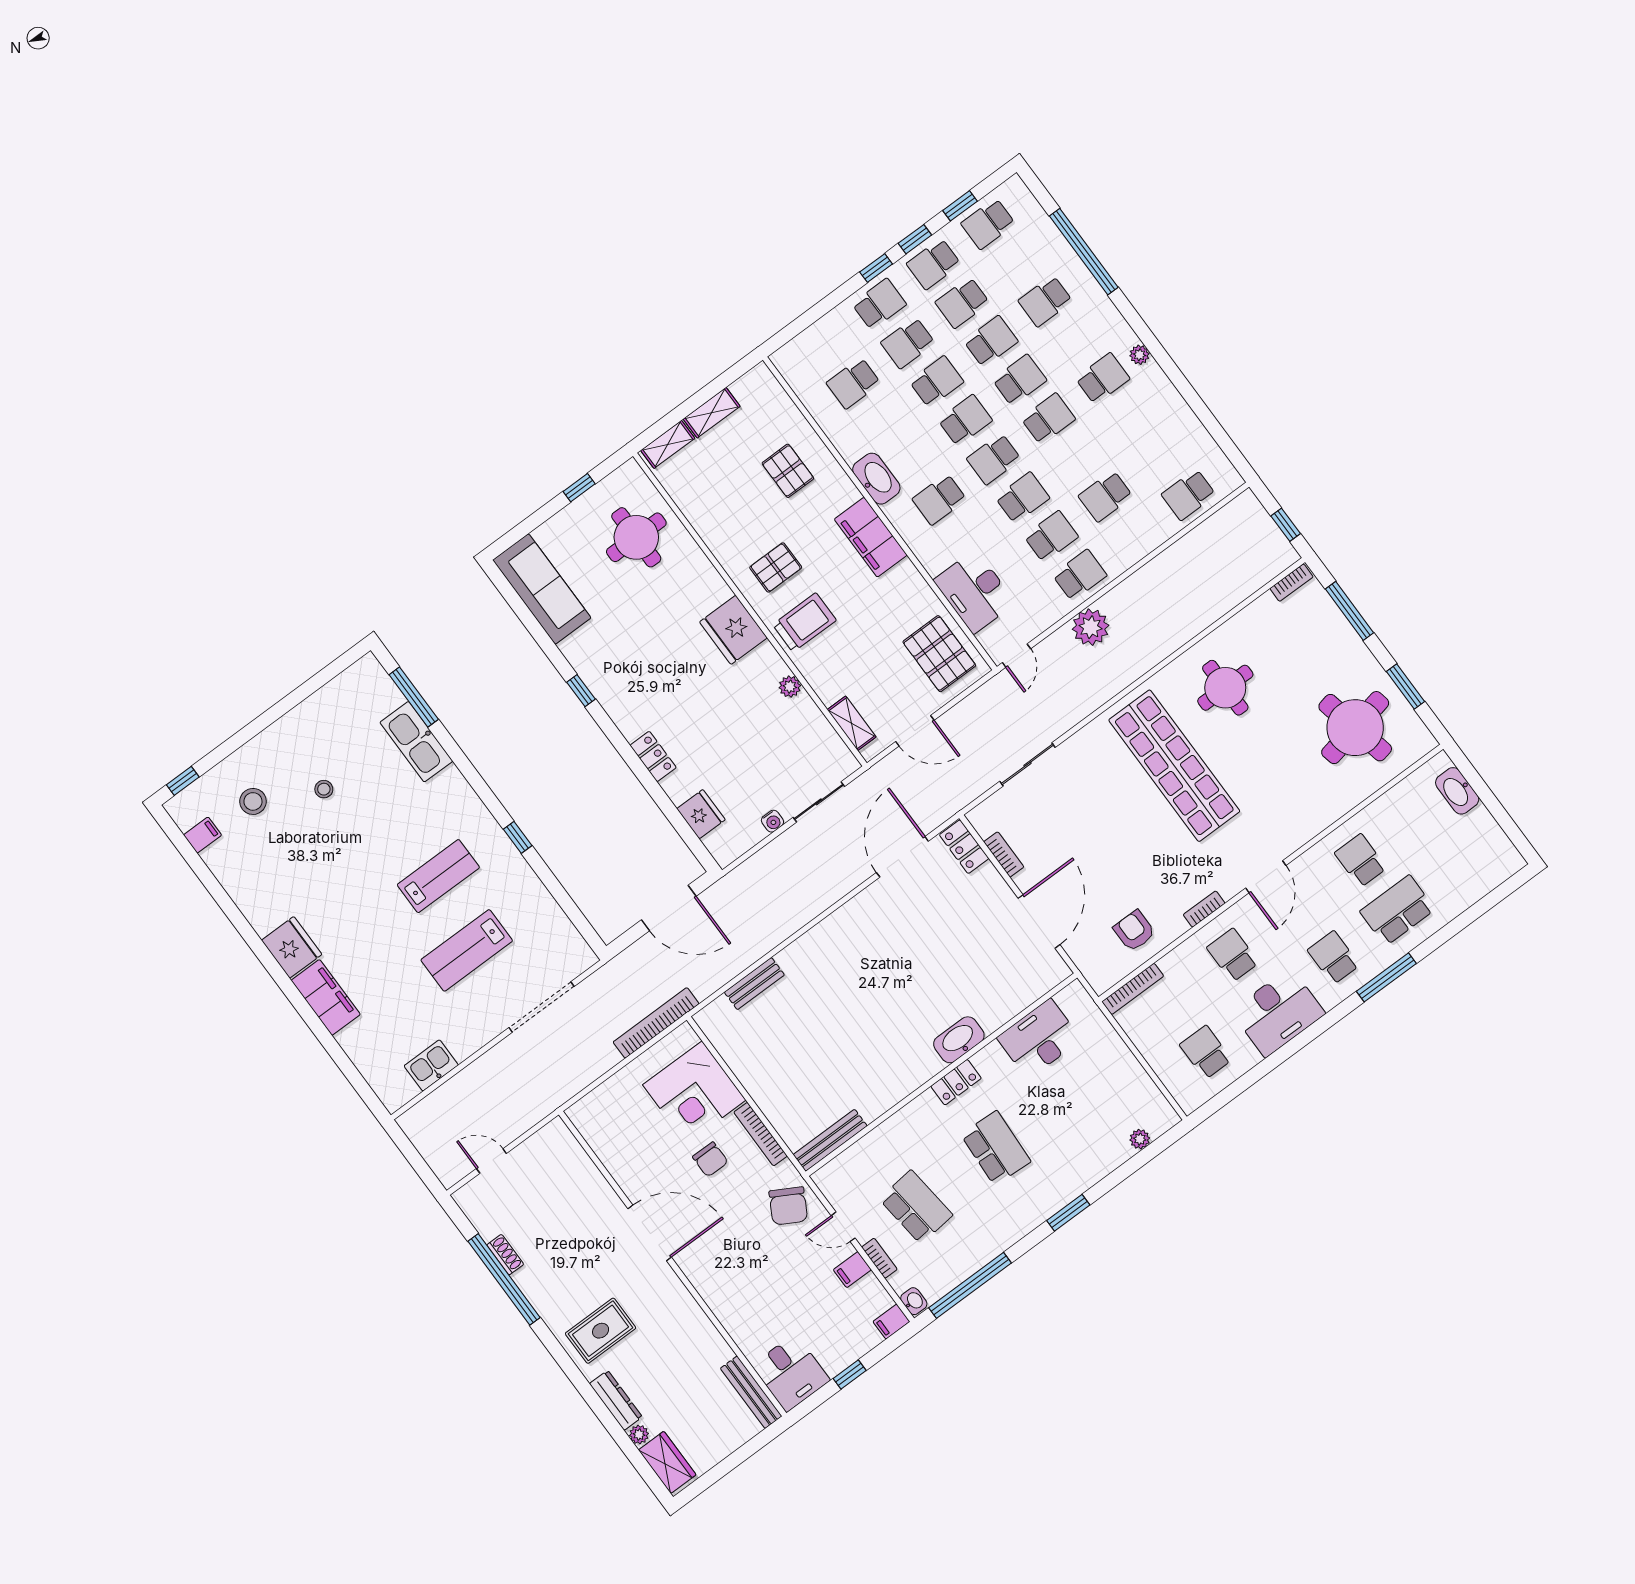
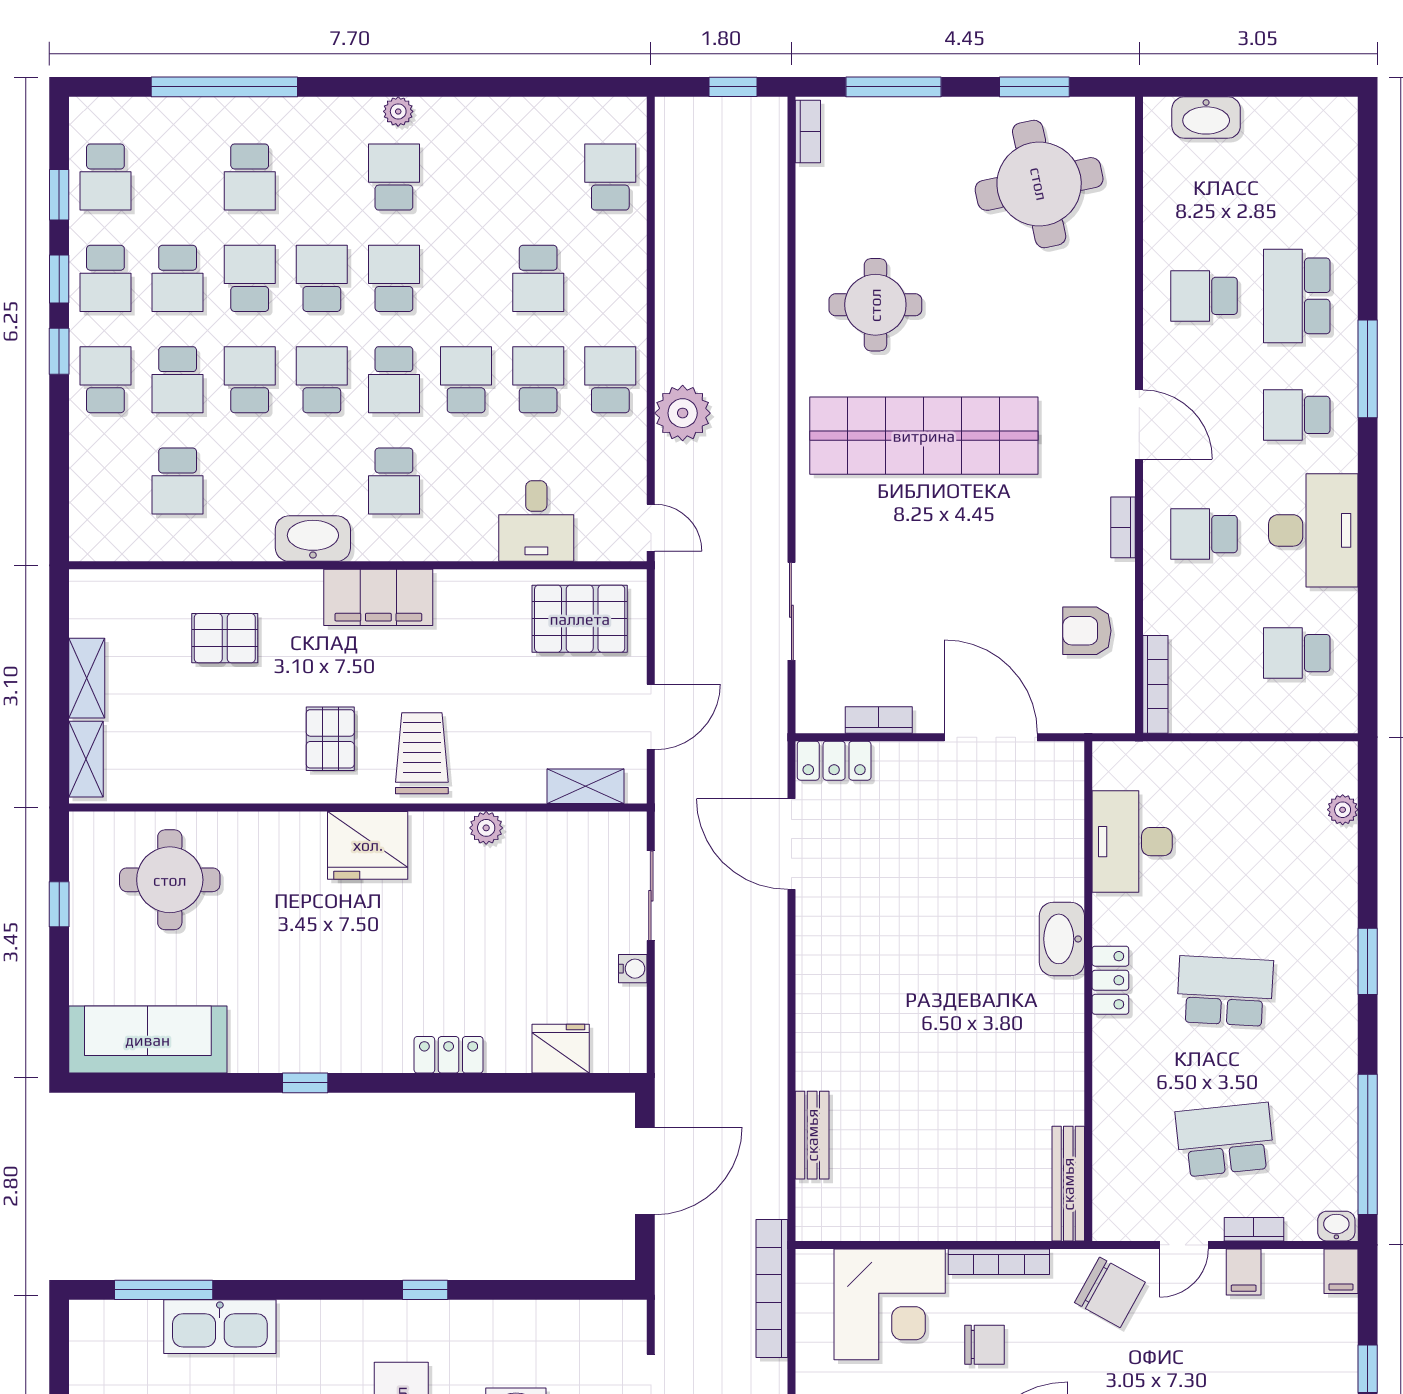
school desk: (1189, 495) -> (610, 177), turned 180
desk: (974, 592) -> (536, 521), width x0.73

